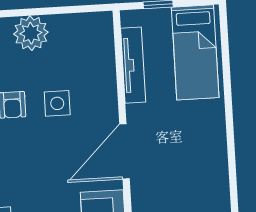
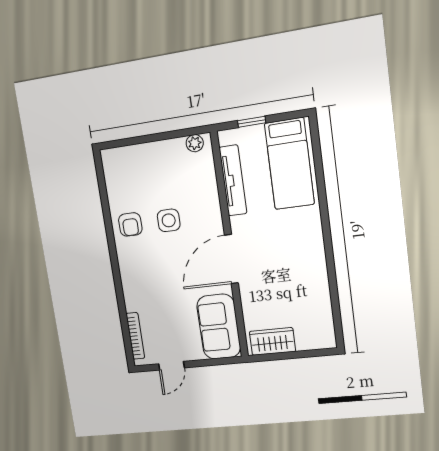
plant: (31, 33) -> (195, 143), moved, width x0.53, depth x0.53

